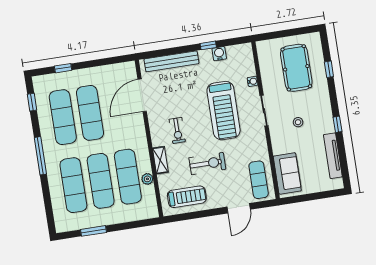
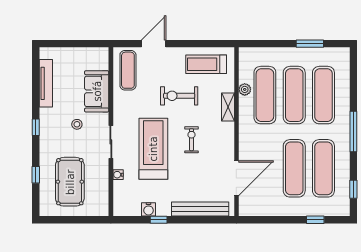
window: (338, 124) -> (36, 127), moved
exercise bike: (177, 130) -> (191, 140), moved
sofa: (287, 173) -> (97, 91), moved

